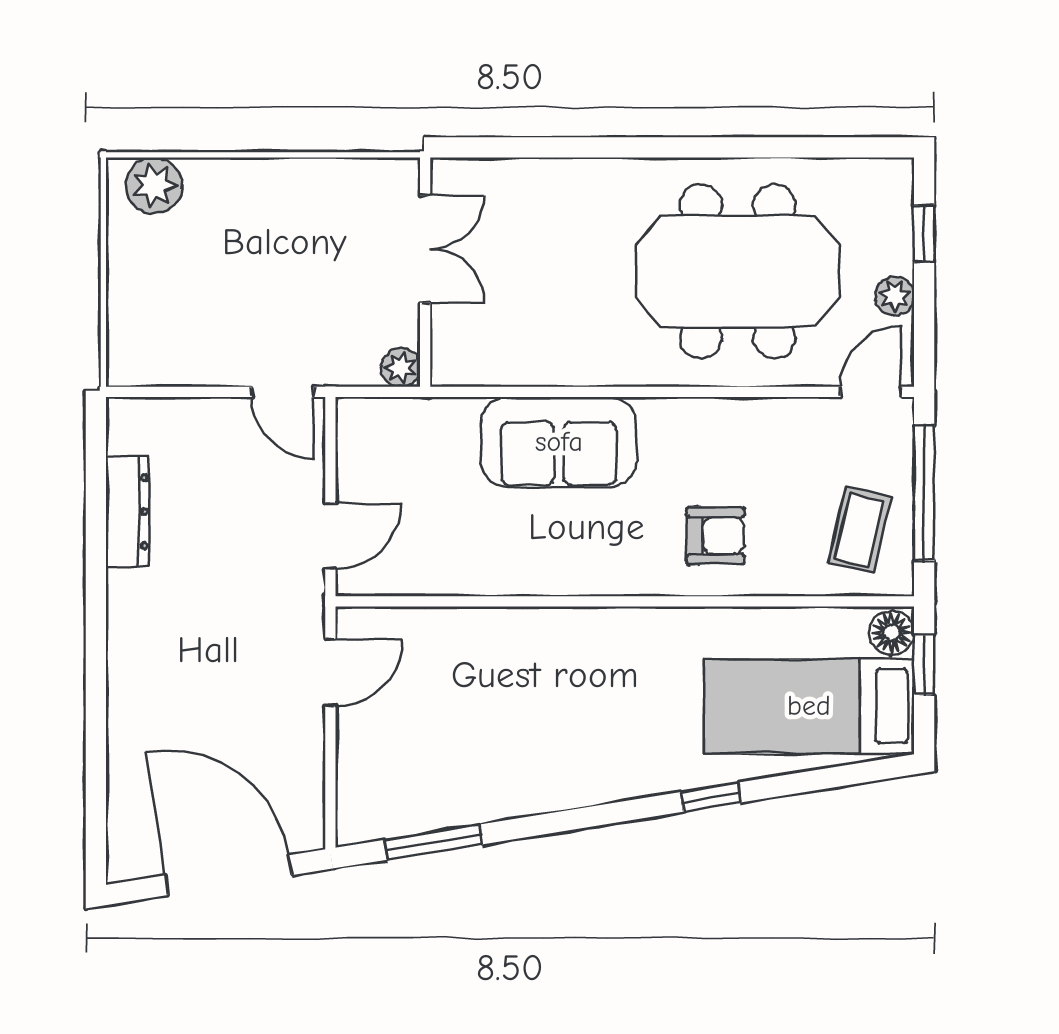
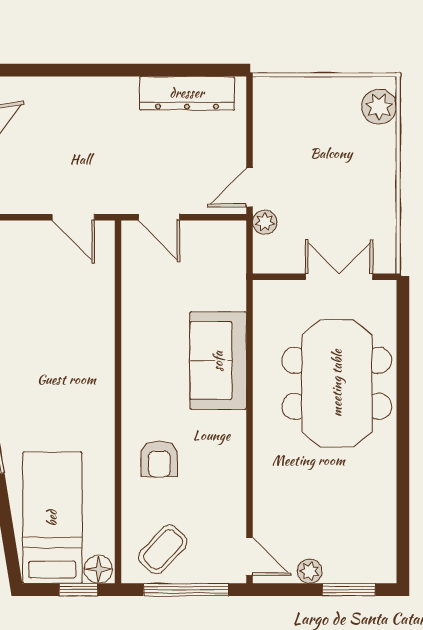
window: (924, 233) -> (349, 590), width x1.50
double door: (425, 249) -> (339, 277), swing flipped
meeting table: (738, 271) -> (337, 383), moved
plant: (401, 367) -> (265, 222), moved
dresser: (128, 512) -> (187, 93), width x1.37, depth x1.24
coffee table: (860, 530) -> (163, 549), turned -60

